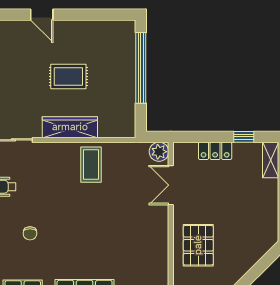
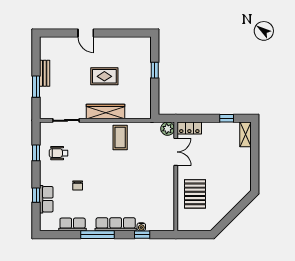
window: (141, 68) -> (155, 70), width x0.32
locker: (215, 151) -> (189, 128), moved
double door: (171, 185) -> (176, 152), swing flipped

